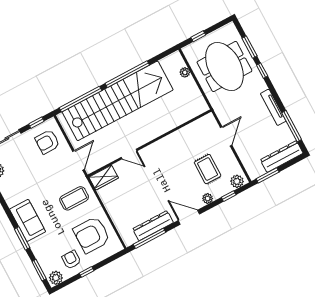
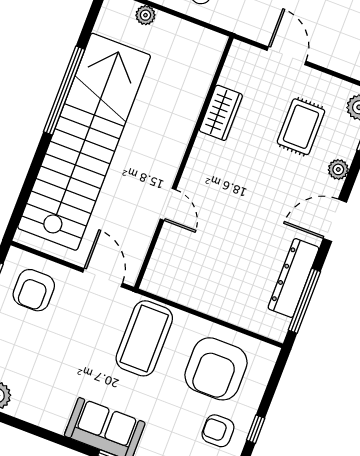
window: (80, 99) -> (28, 186), removed
door: (129, 154) -> (168, 204), hinge flipped
rug: (208, 169) -> (301, 127), turned 90
wardrobe: (104, 178) -> (221, 113), moved
coffee table: (74, 198) -> (144, 338), width x1.36, depth x1.32

